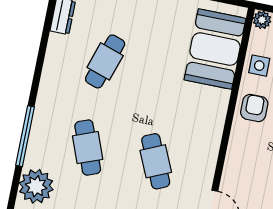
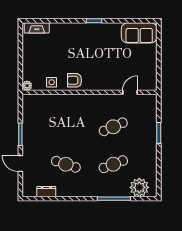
booth: (215, 49) -> (48, 107), removed

